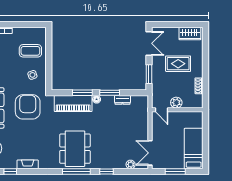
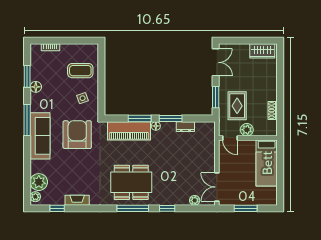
rug: (178, 64) -> (237, 106), moved, turned 90
dining table: (75, 149) -> (131, 182), turned 90
bed: (194, 149) -> (267, 163), moved, turned 180

